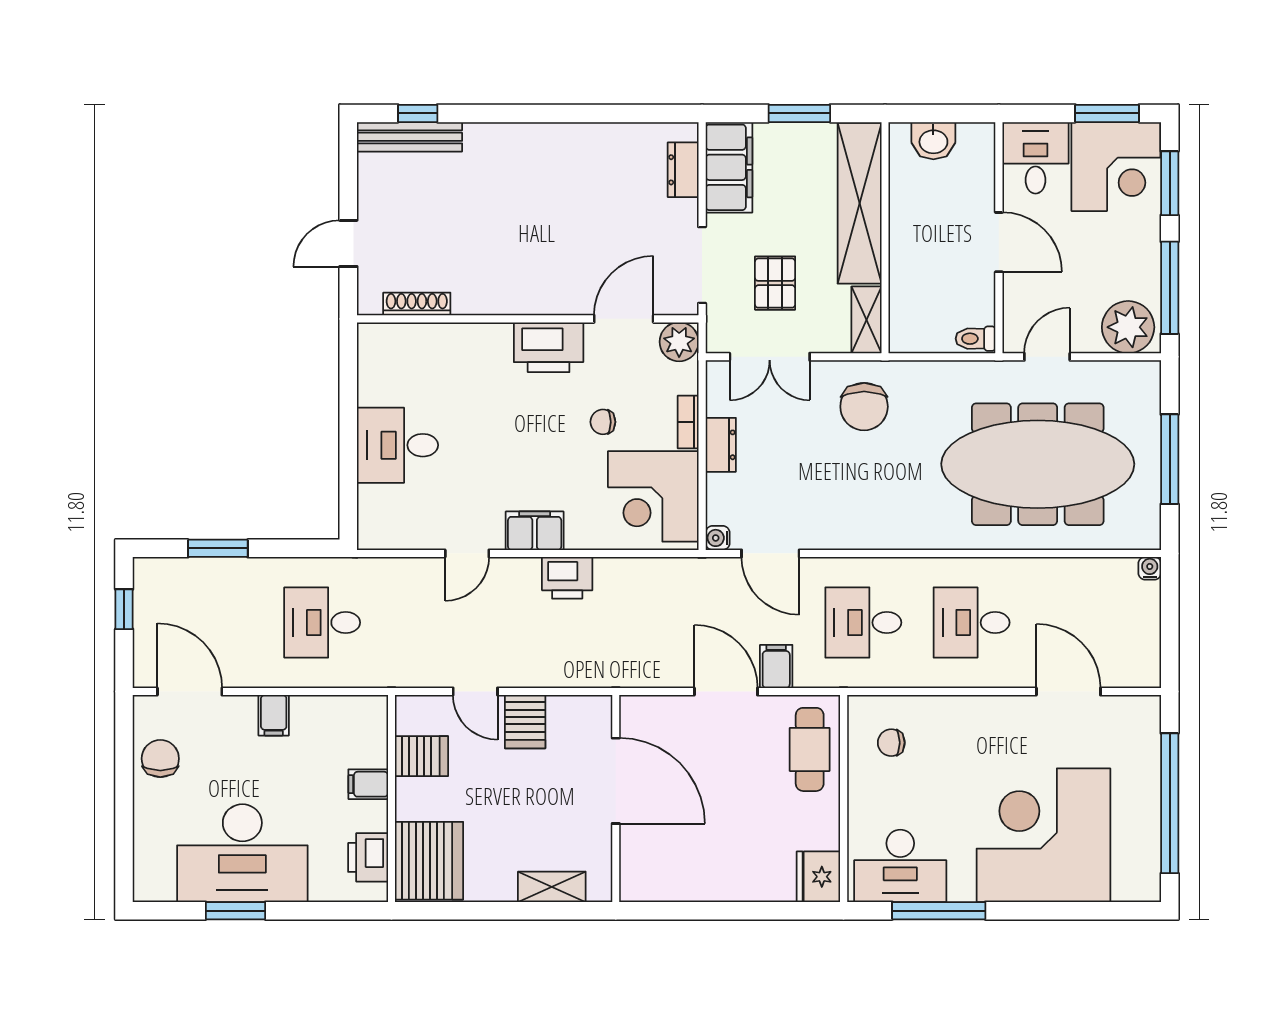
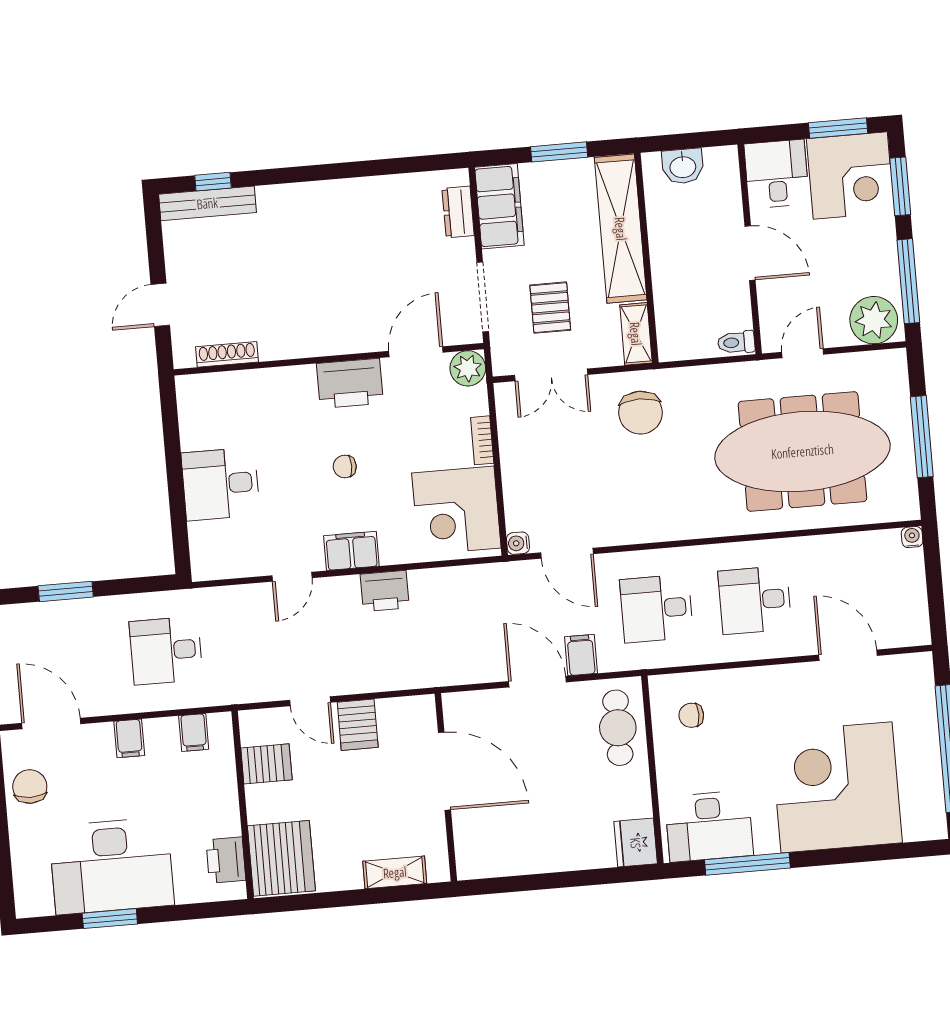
chair: (603, 422) -> (345, 466), moved
dresser: (721, 445) -> (514, 458), removed
filing cabinet: (368, 784) -> (194, 732), moved, turned -90

